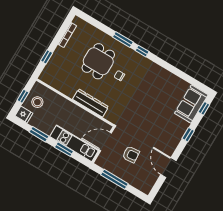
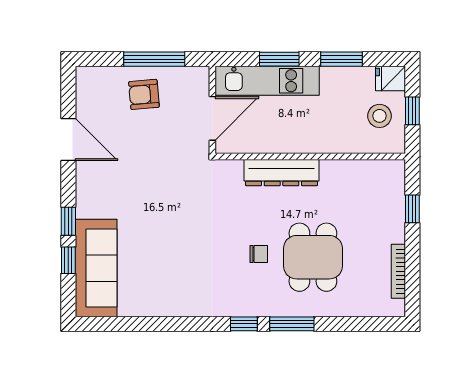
sofa: (191, 104) -> (96, 268), width x1.36
window: (204, 108) -> (68, 260), moved
armchair: (131, 154) -> (144, 94), moved

